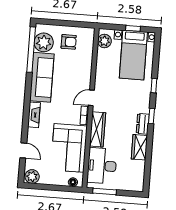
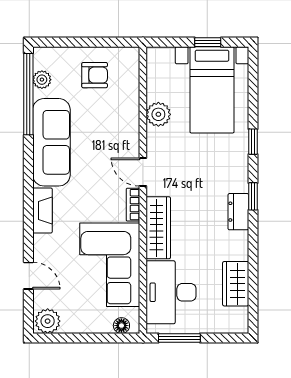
plant: (104, 41) -> (158, 114), moved
plant: (44, 42) -> (42, 80), width x0.53, depth x0.53
door: (91, 98) -> (143, 172), hinge flipped
wardrobe: (139, 147) -> (236, 284), moved

